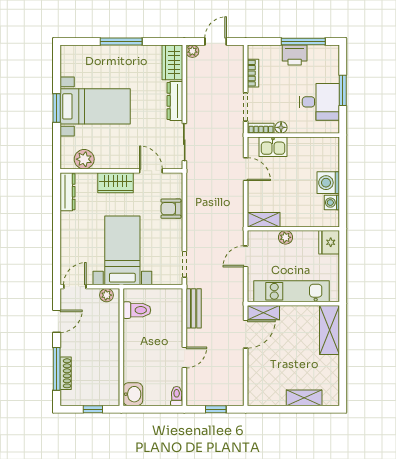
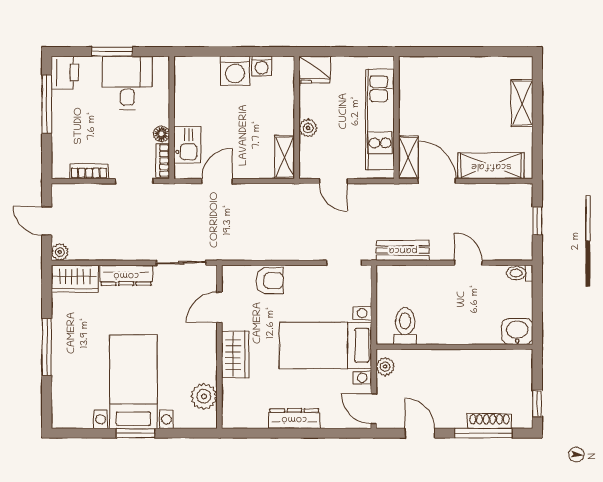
printer: (295, 55) -> (65, 73), moved
dresser: (67, 192) -> (294, 419), moved
armchair: (171, 209) -> (270, 281), turned -90
shelving: (329, 330) -> (491, 166), moved
window: (93, 409) -> (537, 403), moved

